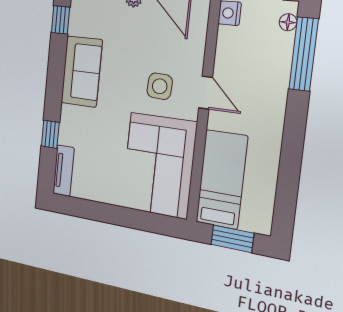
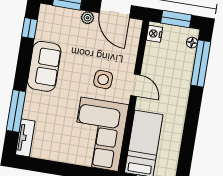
window: (50, 134) -> (16, 111), width x2.17

